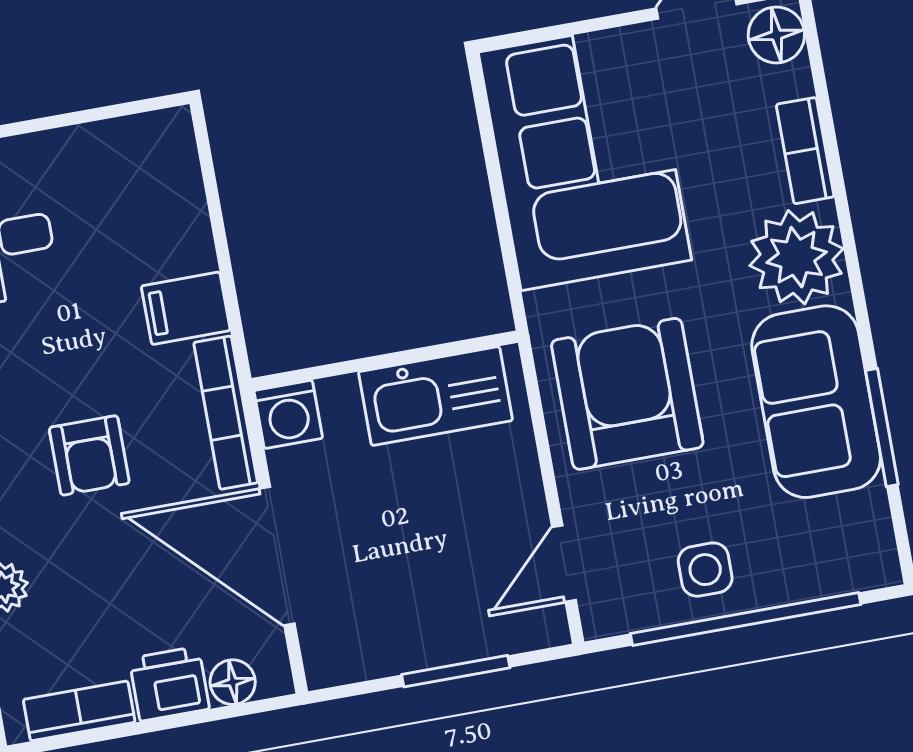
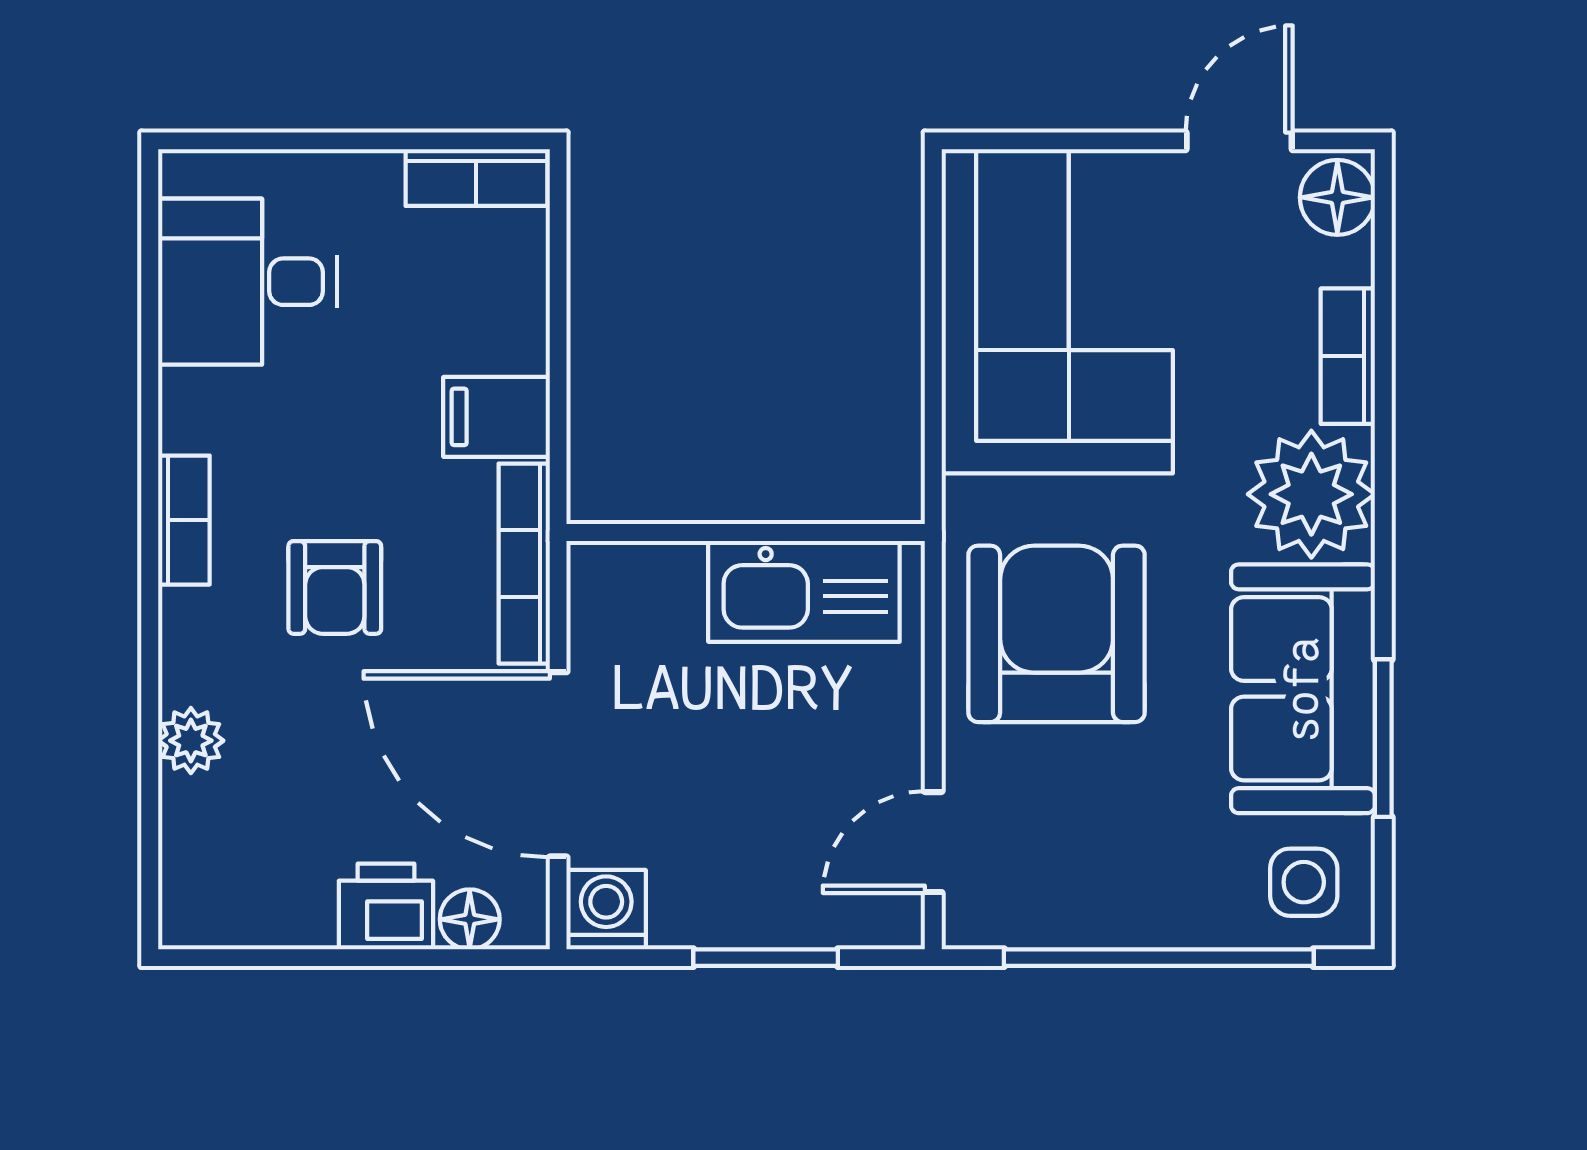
washing machine: (288, 414) -> (606, 910), moved, turned 180
side table: (705, 570) -> (1304, 882), moved
bookcase: (79, 711) -> (476, 178), moved, turned 180

